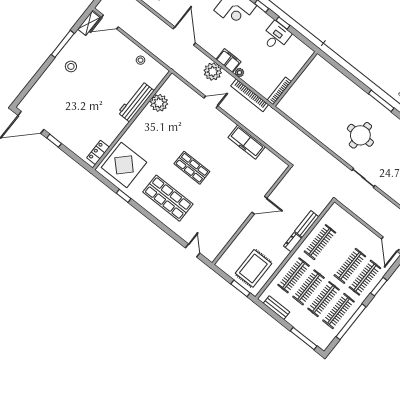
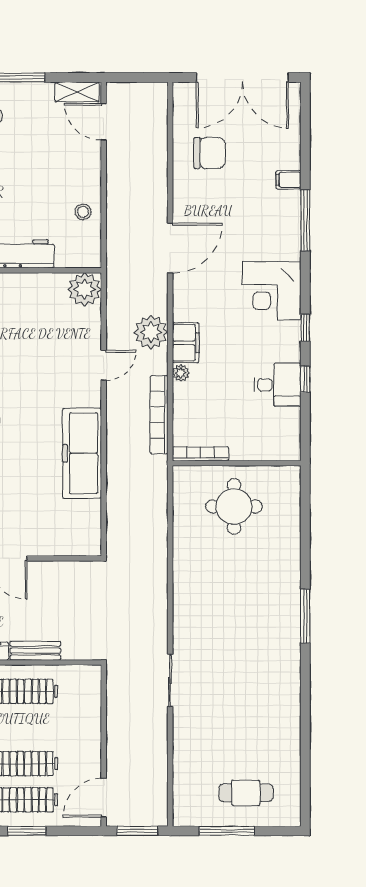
door: (211, 102) -> (104, 365), hinge flipped
plant: (159, 103) -> (85, 289), moved
round table: (360, 135) -> (234, 506), moved
freezer: (247, 142) -> (82, 453), width x1.36, depth x1.26

